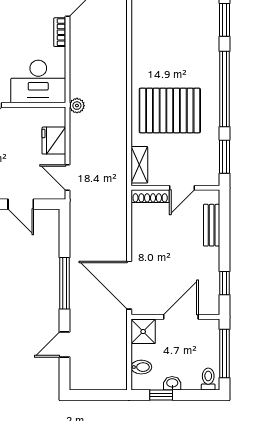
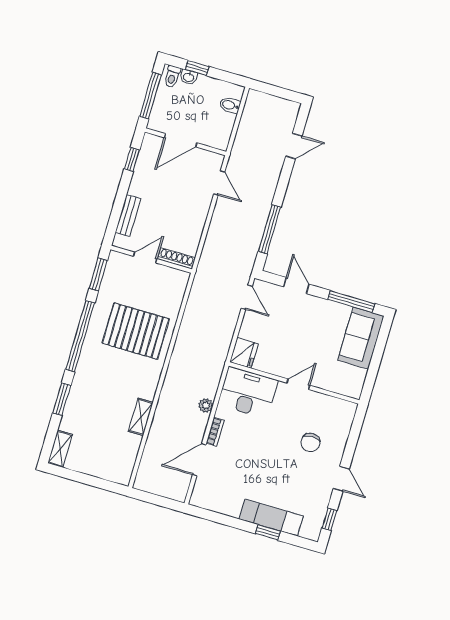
plant: (77, 106) -> (206, 405), moved
fridge: (54, 141) -> (244, 353), moved
shelving: (139, 165) -> (141, 417), moved
window: (65, 283) -> (269, 229), moved
door: (129, 285) -> (219, 183), width x0.53
shower: (143, 332) -> (219, 137), removed
washbasin: (172, 383) -> (189, 77), moved
window: (161, 395) -> (197, 68), moved

